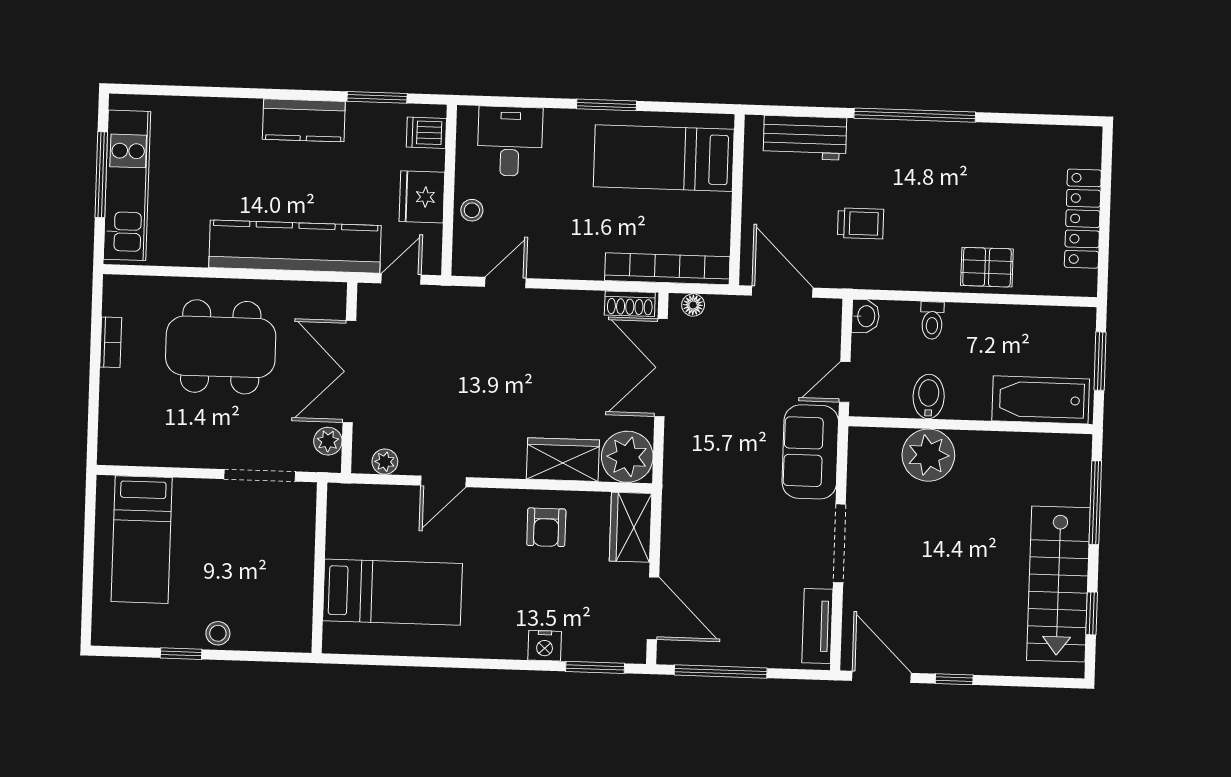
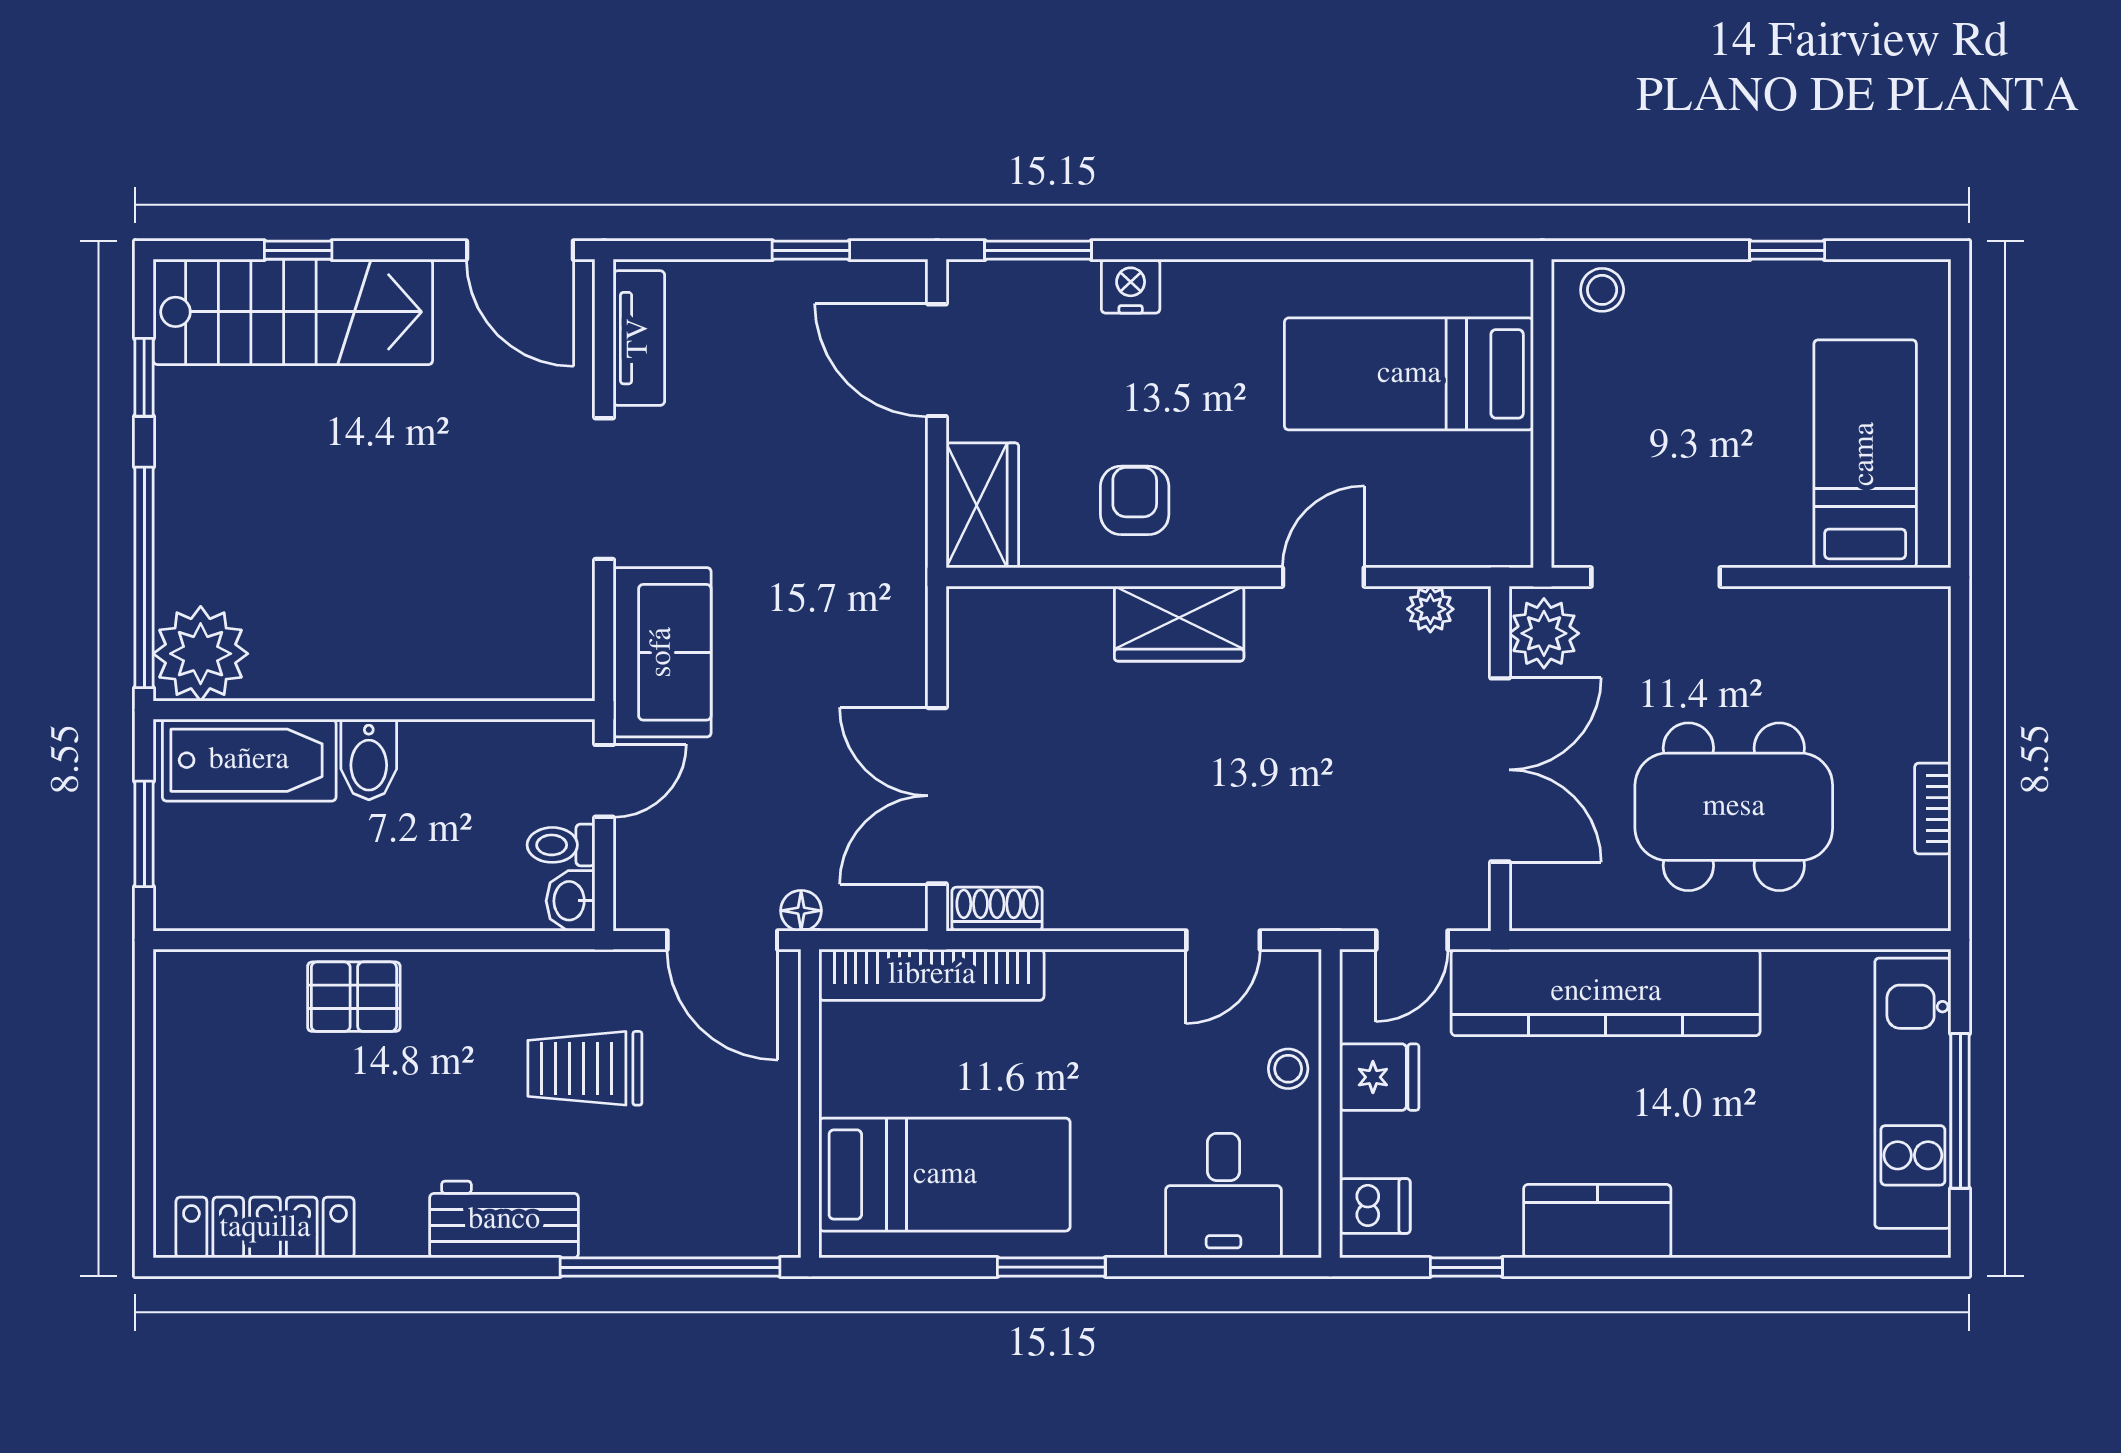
window: (377, 97) -> (1466, 1267), width x0.67
window: (915, 115) -> (670, 1267), moved
workbench: (805, 138) -> (504, 1220), moved
fridge: (422, 197) -> (1379, 1077), width x0.72
locker: (1083, 219) -> (265, 1228), moved, turned -90
trolley: (861, 223) -> (585, 1068), width x1.36, depth x1.39
floor lamp: (693, 305) -> (801, 911), moved
toilet: (932, 320) -> (561, 845), moved, turned -90
double door: (661, 368) -> (937, 796), swing flipped
bidet: (929, 396) -> (369, 760), moved
plant: (328, 441) -> (1544, 633), width x1.38, depth x1.38
plant: (928, 455) -> (201, 654), moved
plant: (627, 457) -> (993, 633), removed
wardrobe: (563, 460) -> (1179, 624), moved
window: (1095, 503) -> (144, 577), width x1.46
stairs: (1058, 584) -> (293, 312), moved, turned 90
stool: (218, 633) -> (1602, 290), moved
window: (721, 671) -> (811, 250), width x0.46
window: (954, 679) -> (298, 250), moved

